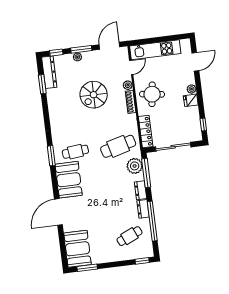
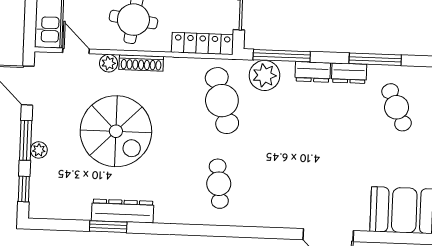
dresser: (49, 72) -> (123, 211), moved
window: (42, 84) -> (108, 227), moved
spiral stairs: (94, 95) -> (116, 131), width x1.37, depth x1.37
window: (51, 156) -> (219, 231), removed
booth: (69, 180) -> (270, 205), removed
window: (152, 221) -> (375, 59), width x0.68

